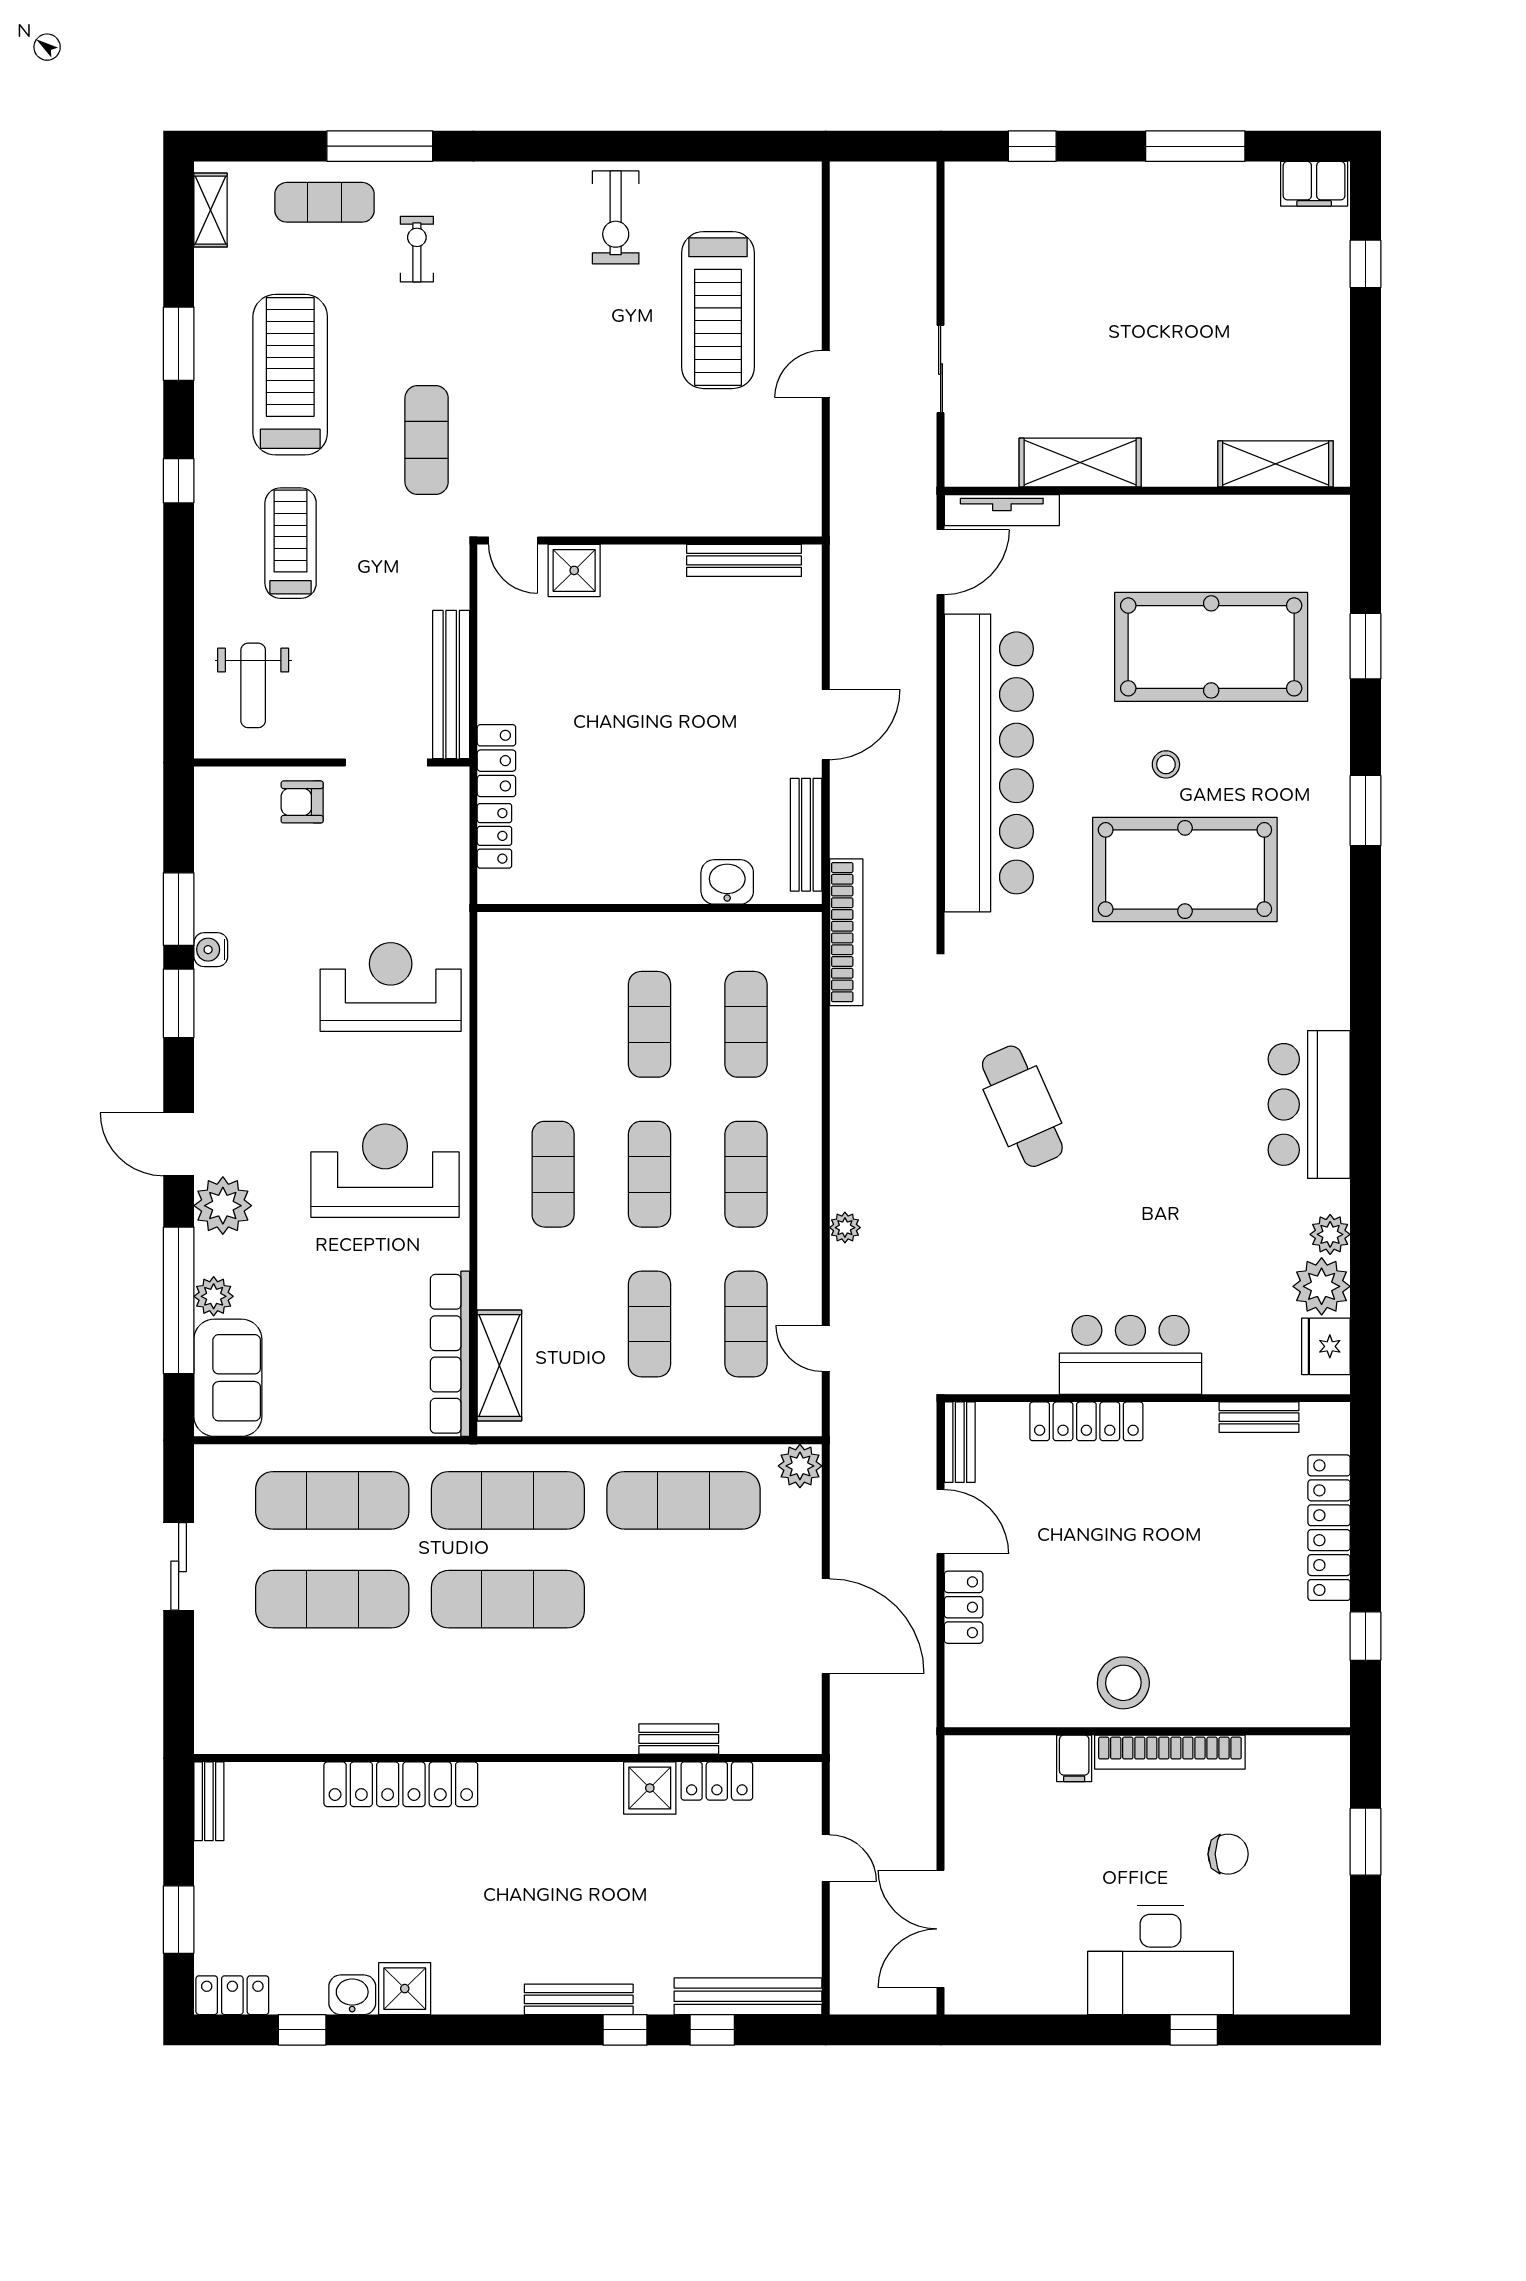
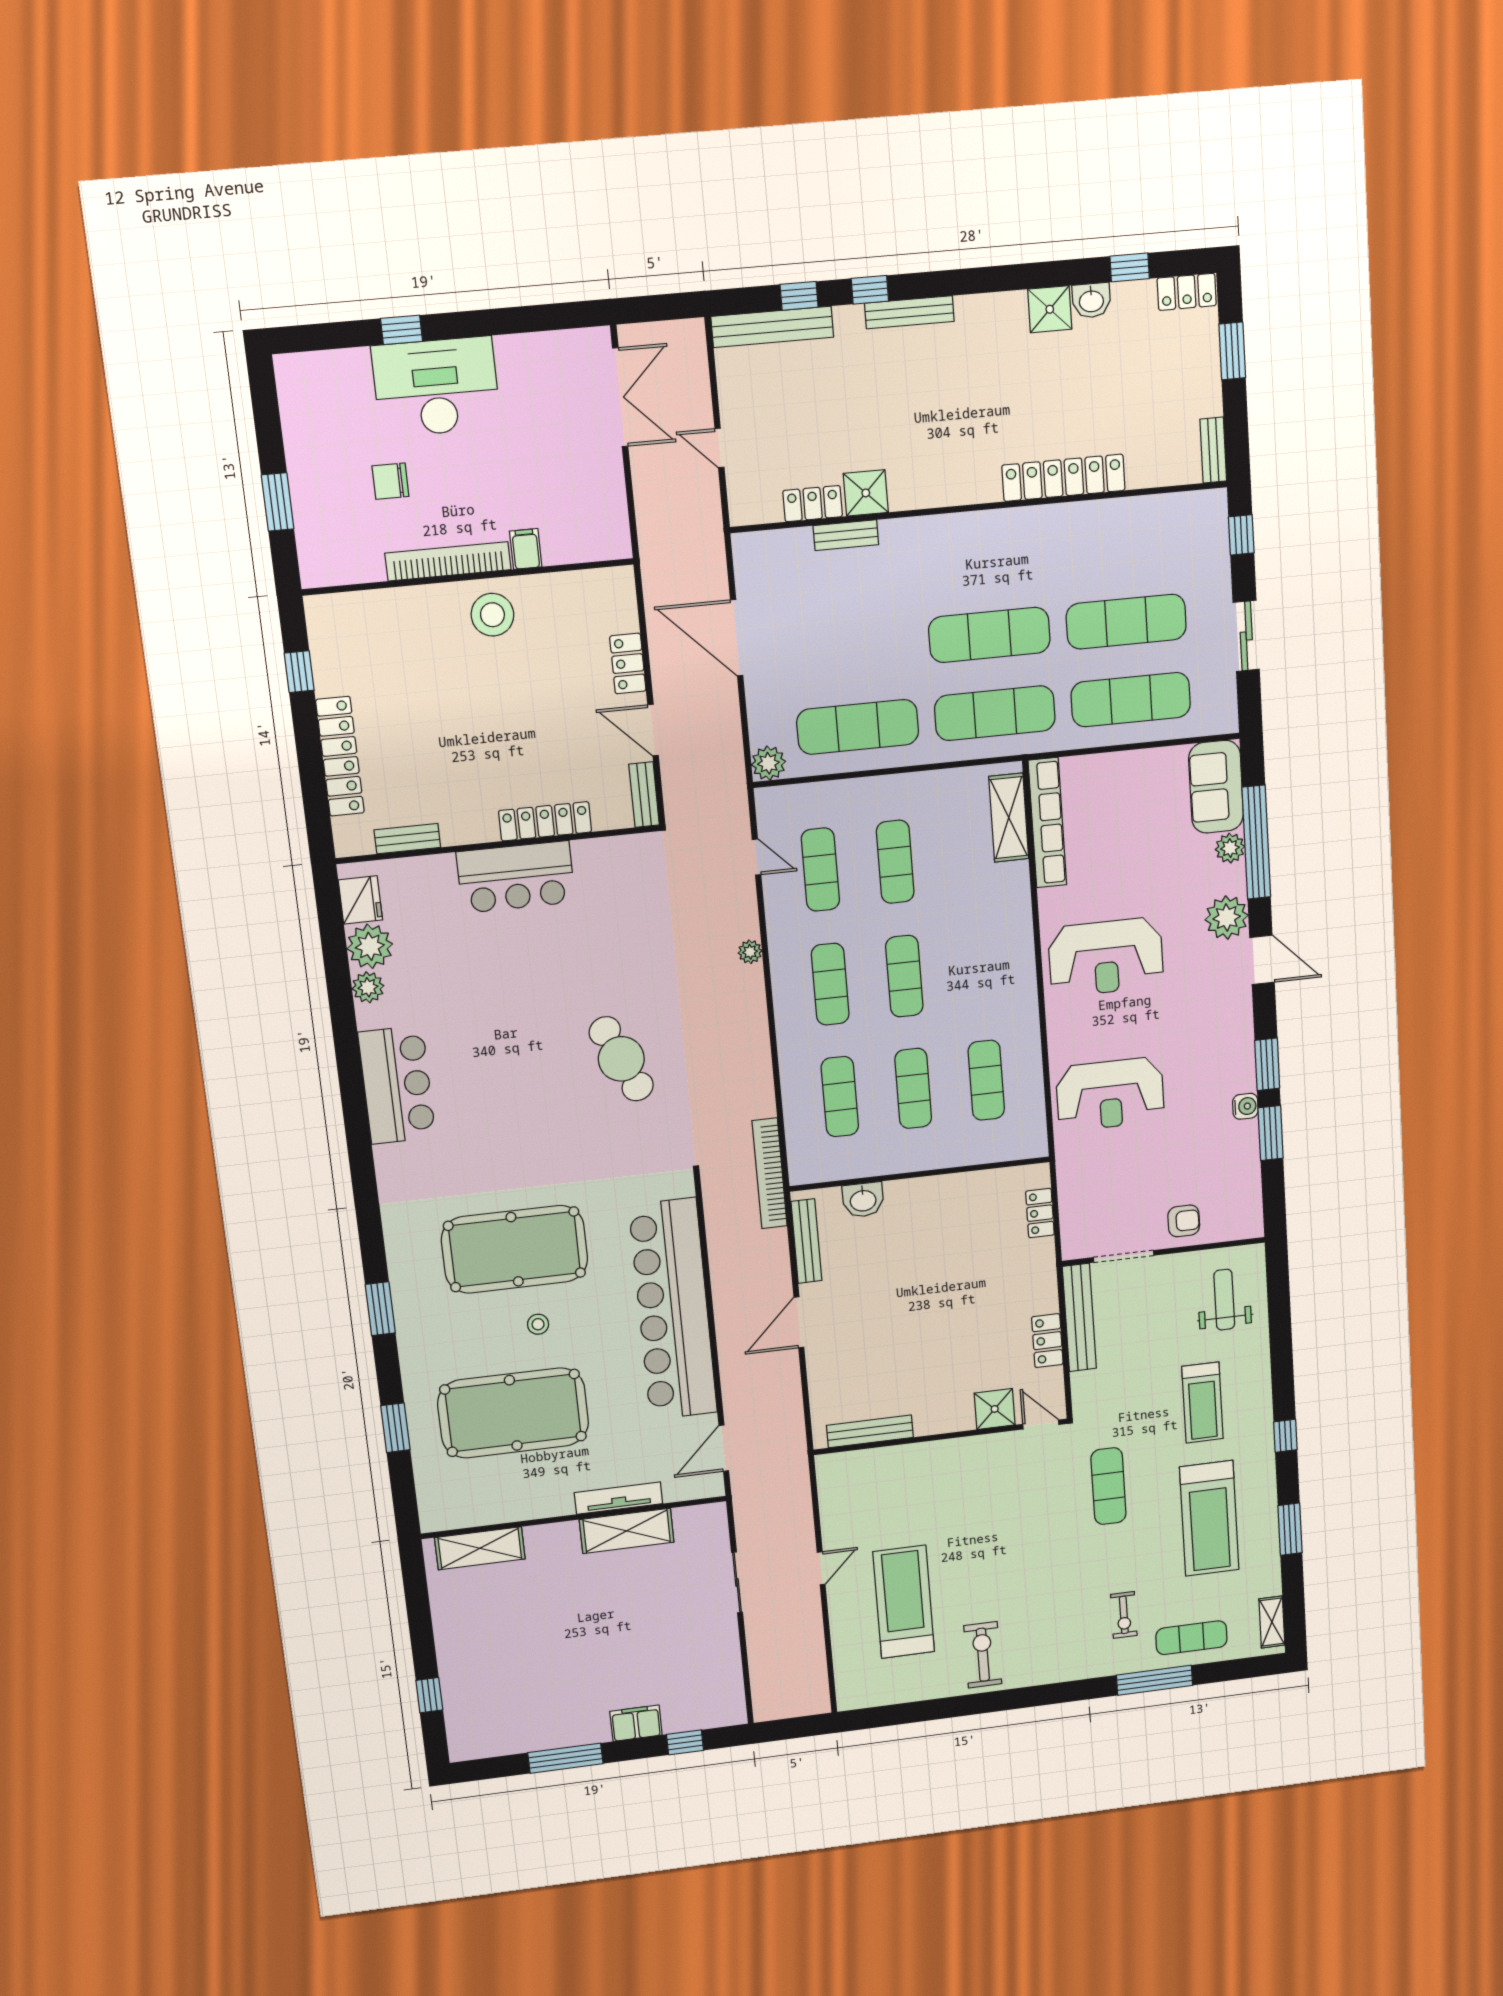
filing cabinet: (1314, 184) -> (636, 1723), moved
tv unit: (1002, 510) -> (619, 1498), moved
locker: (496, 761) -> (1047, 1341), moved
exercise mat: (553, 1174) -> (986, 1080), moved
window: (179, 1694) -> (1241, 535), added

